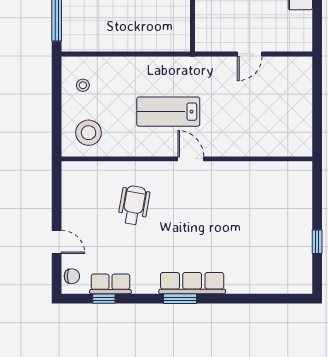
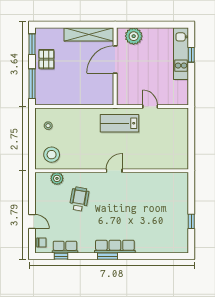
door: (250, 54) -> (150, 107), swing flipped
lab bench: (168, 112) -> (119, 123), moved
door: (191, 159) -> (114, 171), hinge flipped
plant: (97, 172) -> (57, 178), added

